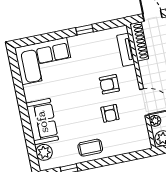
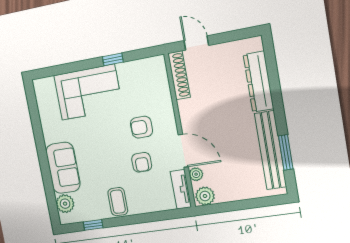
tv unit: (126, 50) -> (181, 189), moved
corner sofa: (44, 61) -> (88, 92), moved
coffee table: (90, 148) -> (118, 202), turned 90

